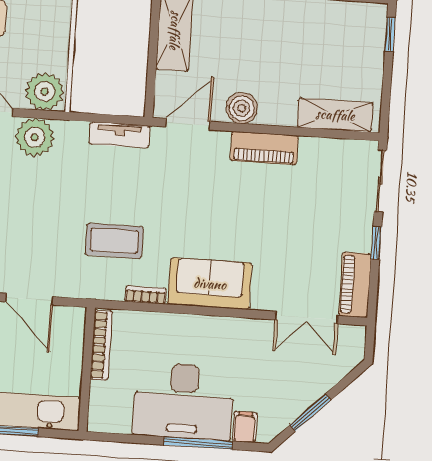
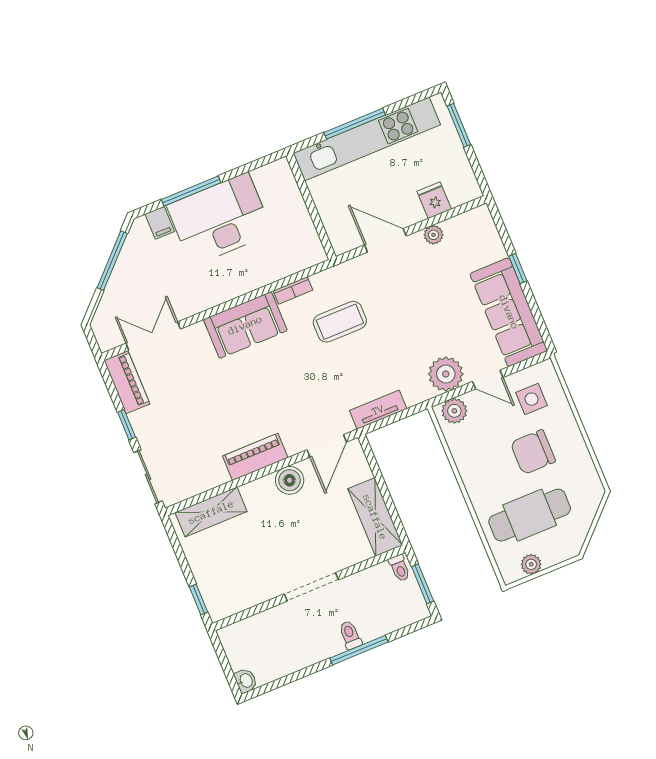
plant: (45, 91) -> (454, 411), width x0.73, depth x0.73
bookcase: (101, 345) -> (309, 232), removed
window: (310, 413) -> (112, 261), width x1.44

